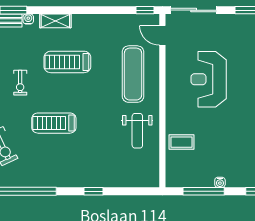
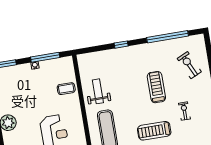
treadmill: (67, 62) -> (154, 131), turned 180
treadmill: (54, 123) -> (156, 87), turned -90

